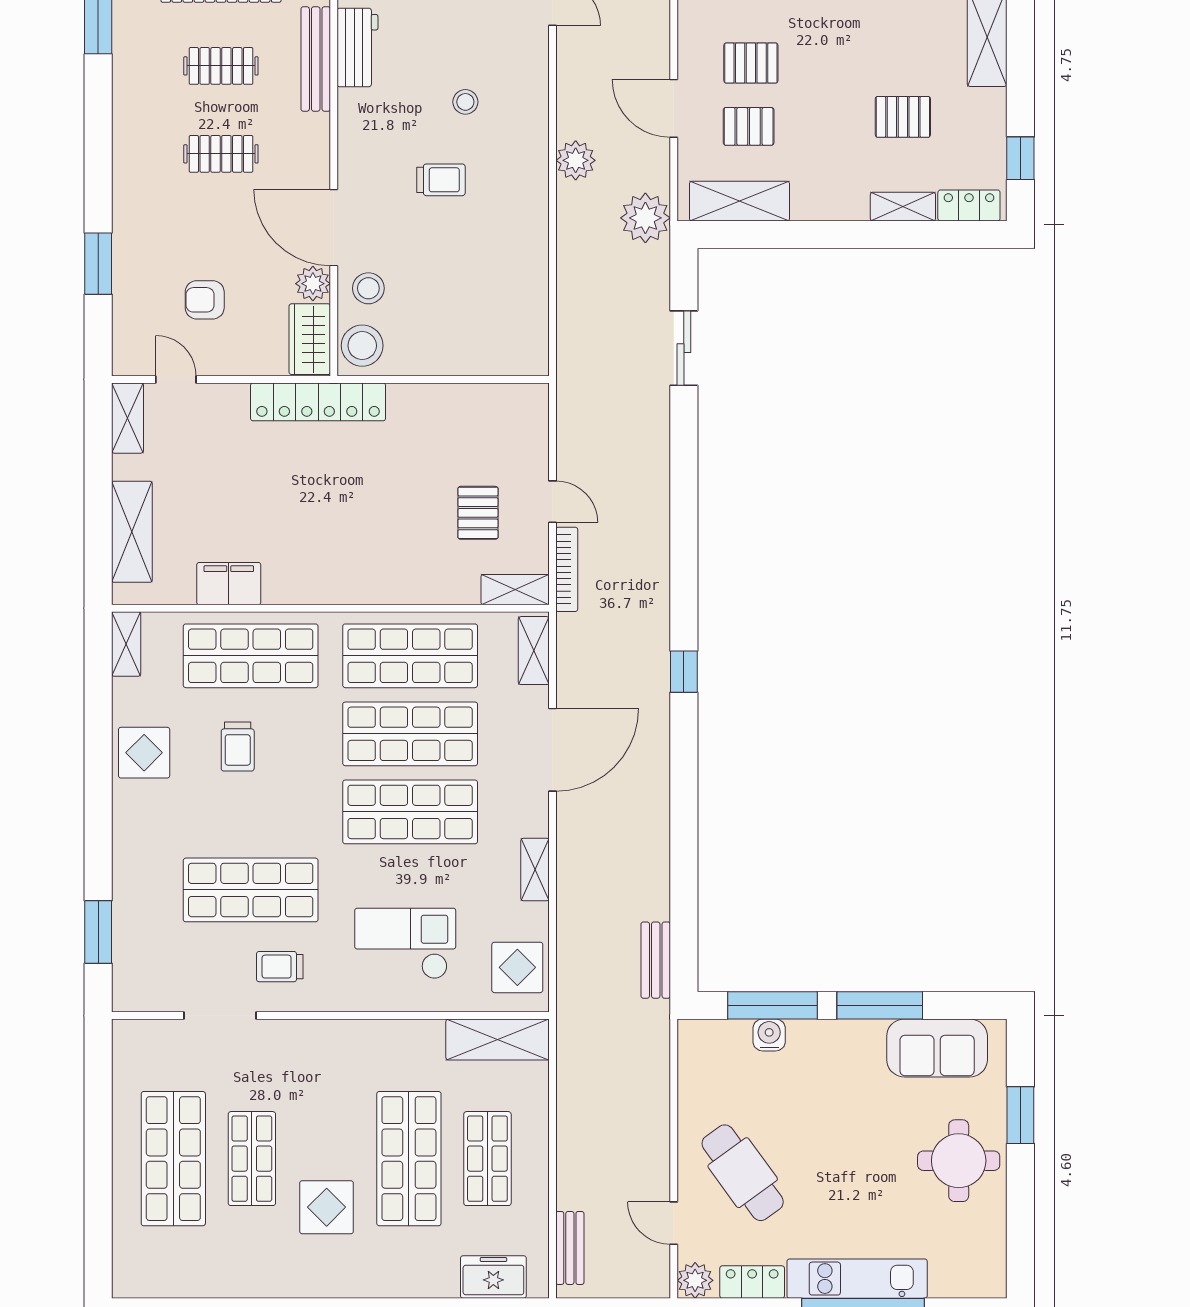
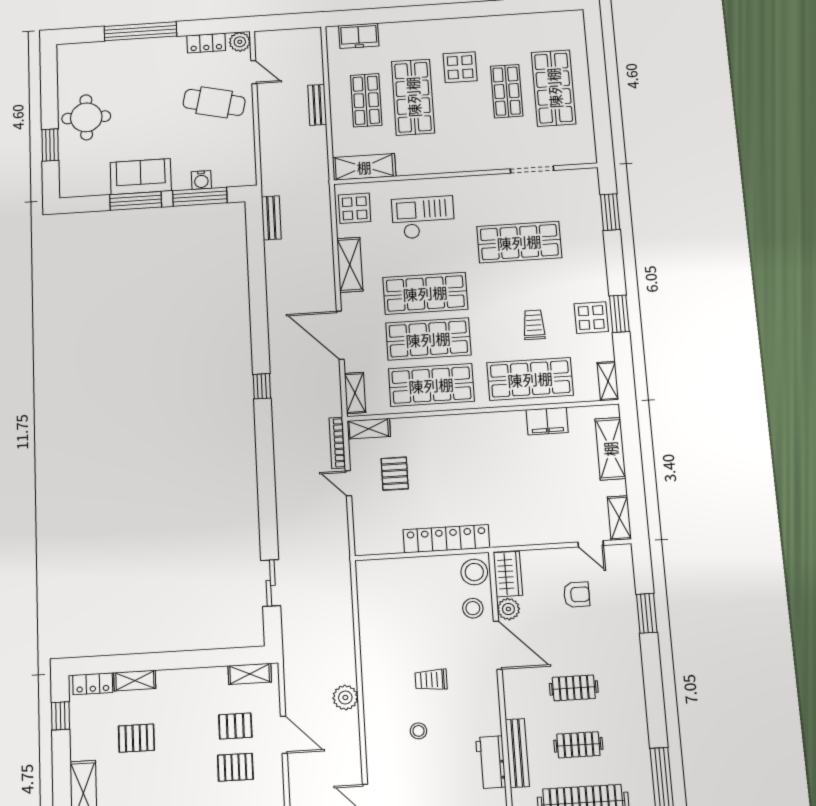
shelving: (740, 201) -> (250, 674), width x0.67, depth x0.75
plant: (645, 218) -> (299, 663), removed
locker: (318, 402) -> (446, 539), moved
door: (553, 750) -> (340, 335), hinge flipped
window: (98, 756) -> (619, 314), added
shelving: (535, 869) -> (350, 265), width x1.50, depth x1.33
checkout: (405, 943) -> (423, 218), turned 180
trolley: (280, 967) -> (498, 200), removed
sofa: (937, 1048) -> (141, 177), moved
cafe table: (743, 1173) -> (214, 102), turned -41
bench: (570, 1248) -> (317, 105), moved
kitchen unit: (857, 1279) -> (144, 49), removed

